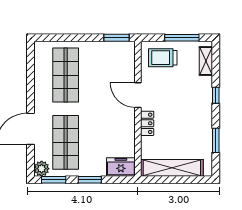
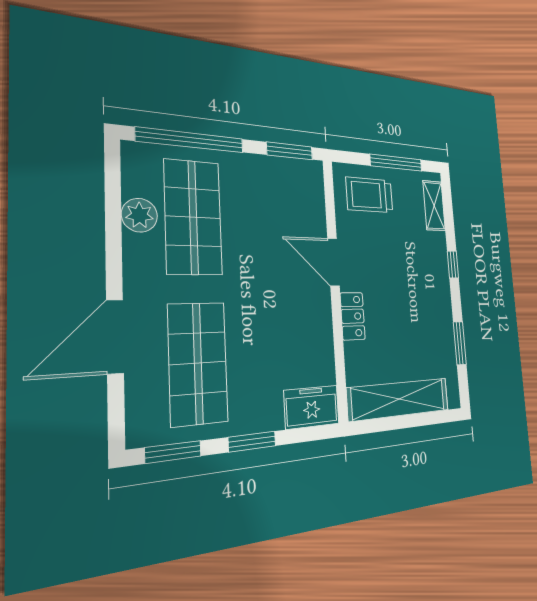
window: (66, 38) -> (191, 140), added
plant: (42, 169) -> (139, 215), moved

